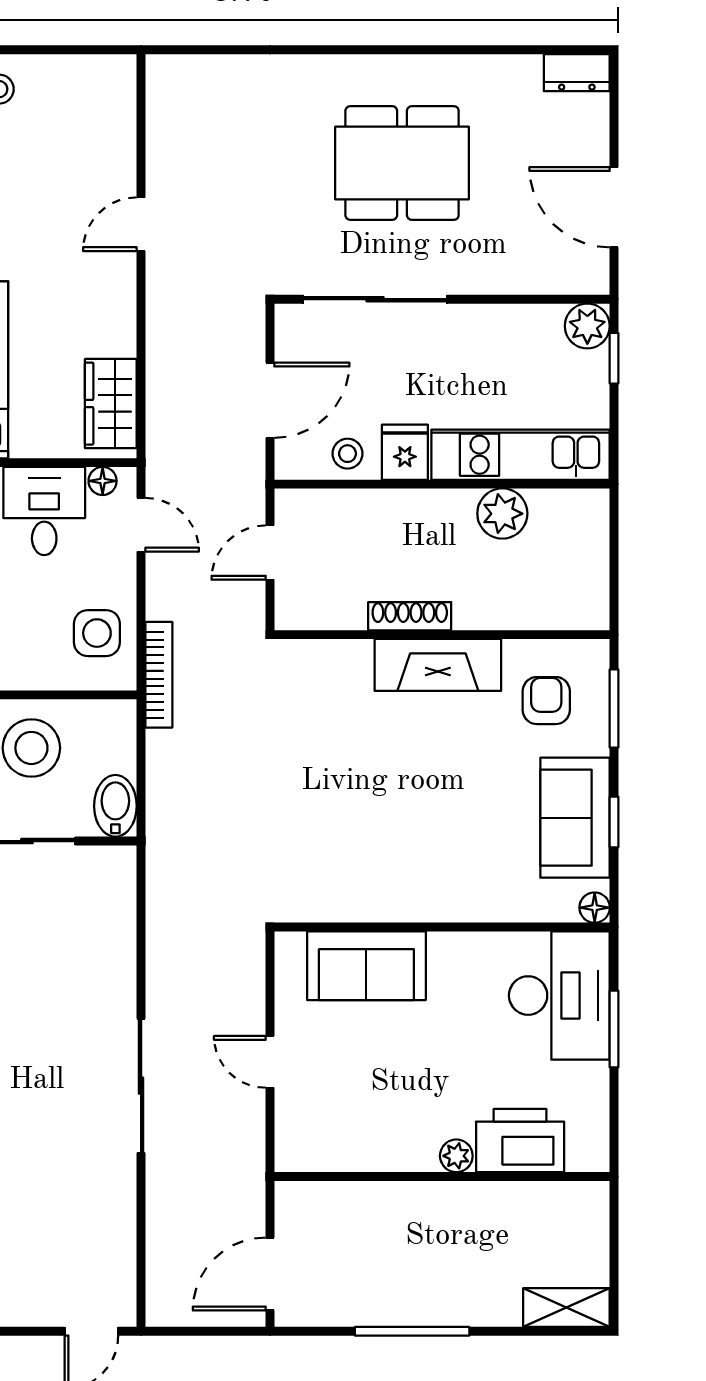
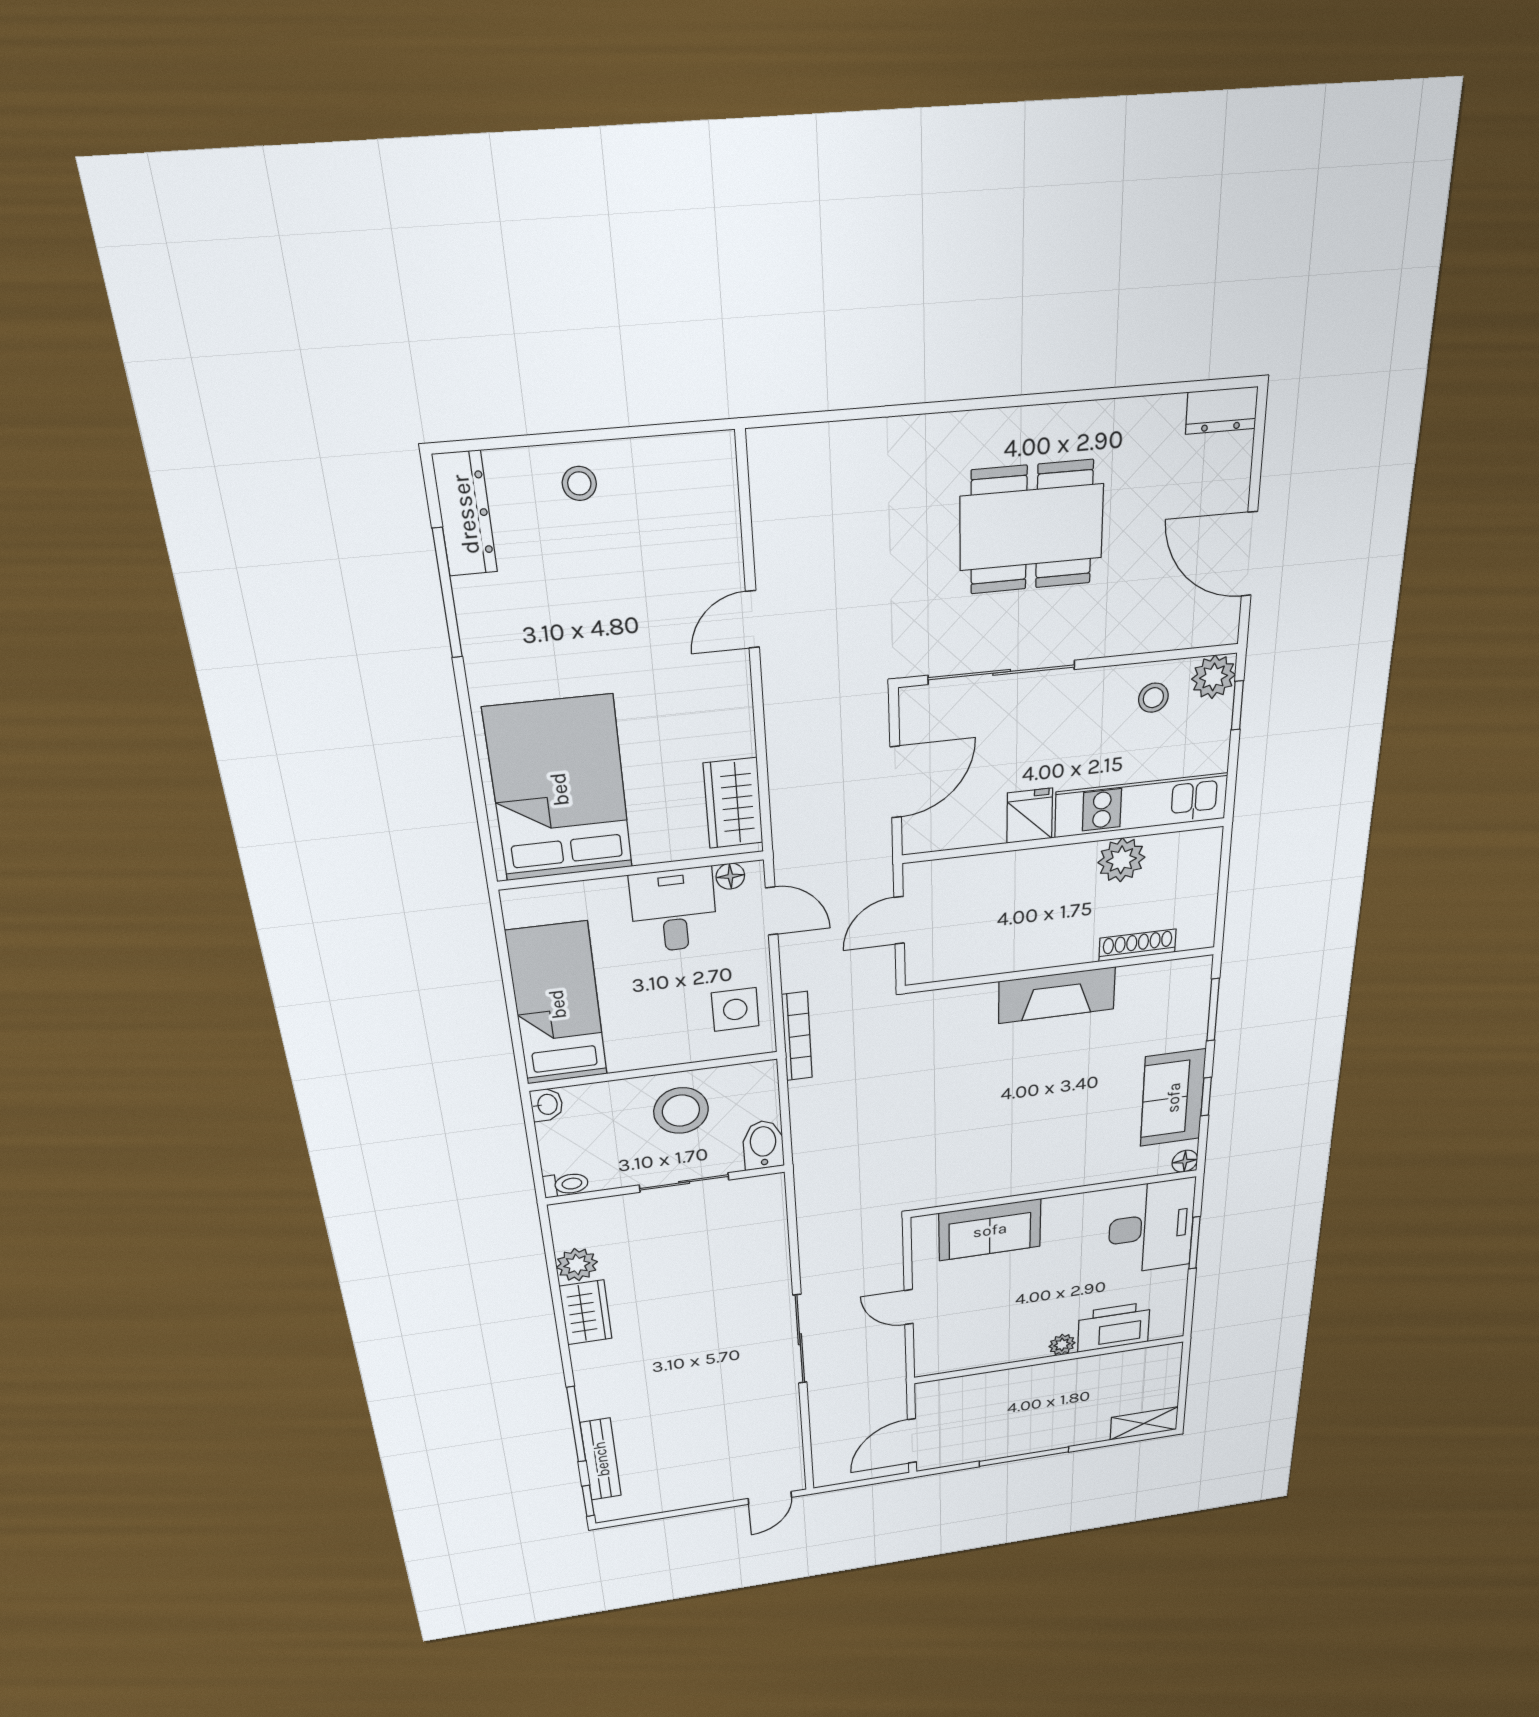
stool: (348, 454) -> (1153, 698), moved
shoe rack: (410, 616) -> (1137, 945), moved
armchair: (546, 701) -> (1153, 1011), removed

